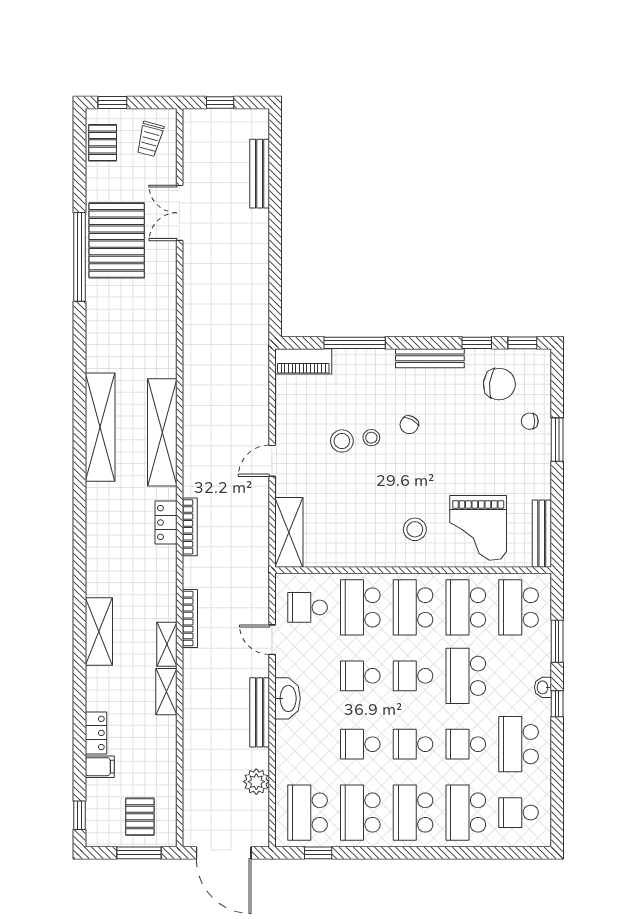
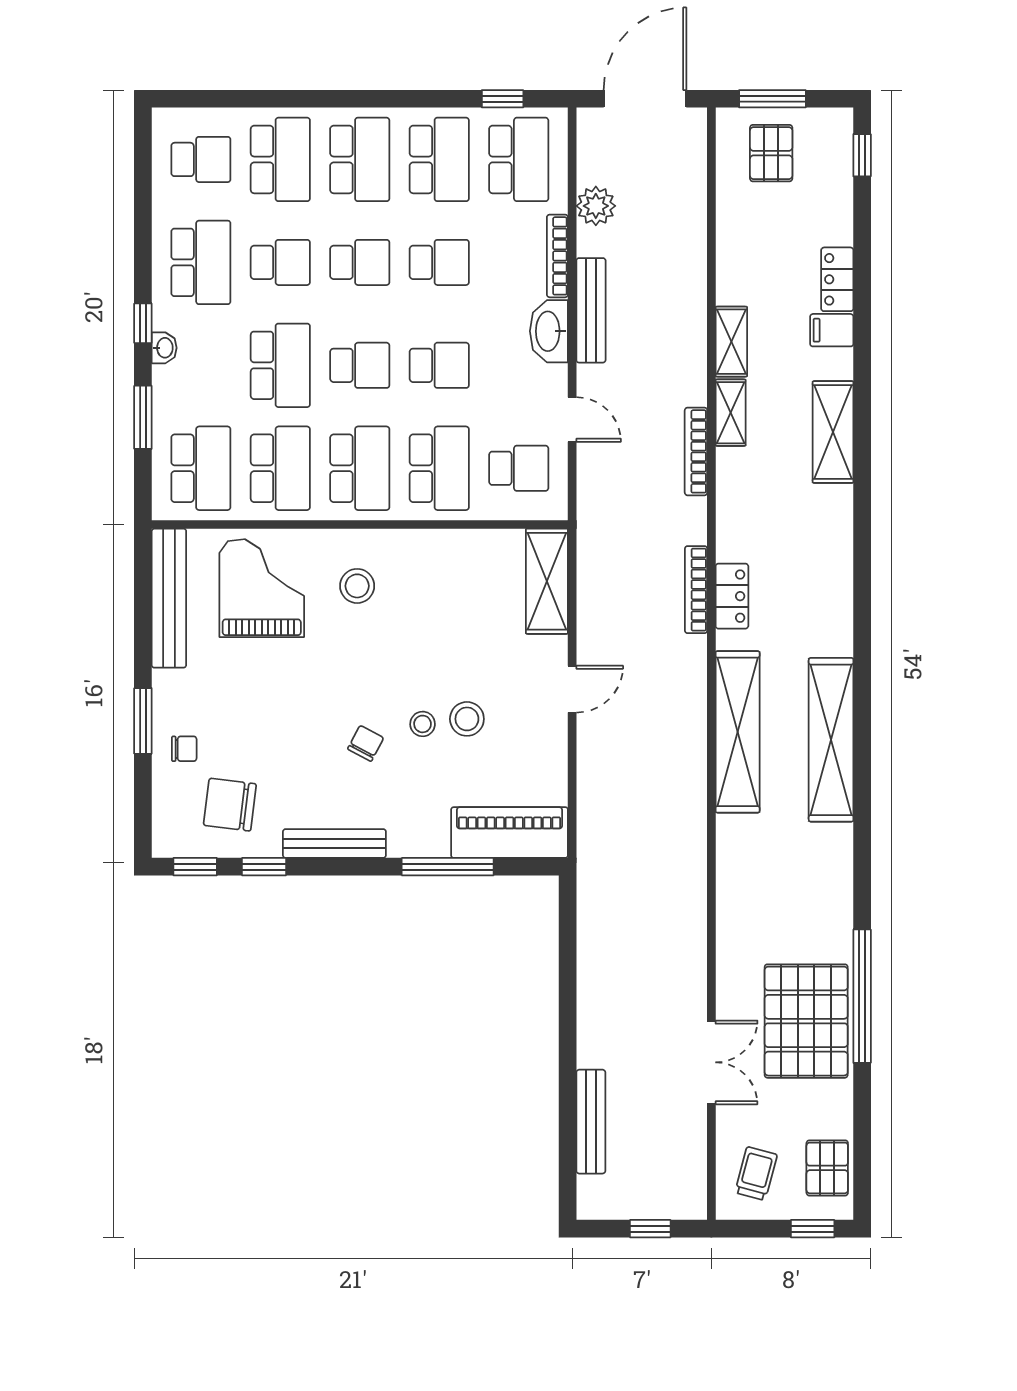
piano: (303, 361) -> (510, 833), width x1.37, depth x1.33
bench: (542, 534) -> (169, 598), width x1.37, depth x1.21
bookcase: (282, 748) -> (557, 256), added
filing cabinet: (100, 767) -> (832, 330), moved
door: (224, 853) -> (645, 99), hinge flipped

